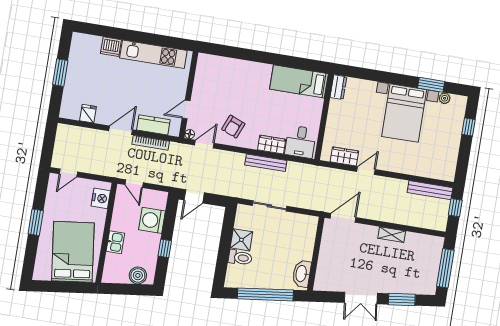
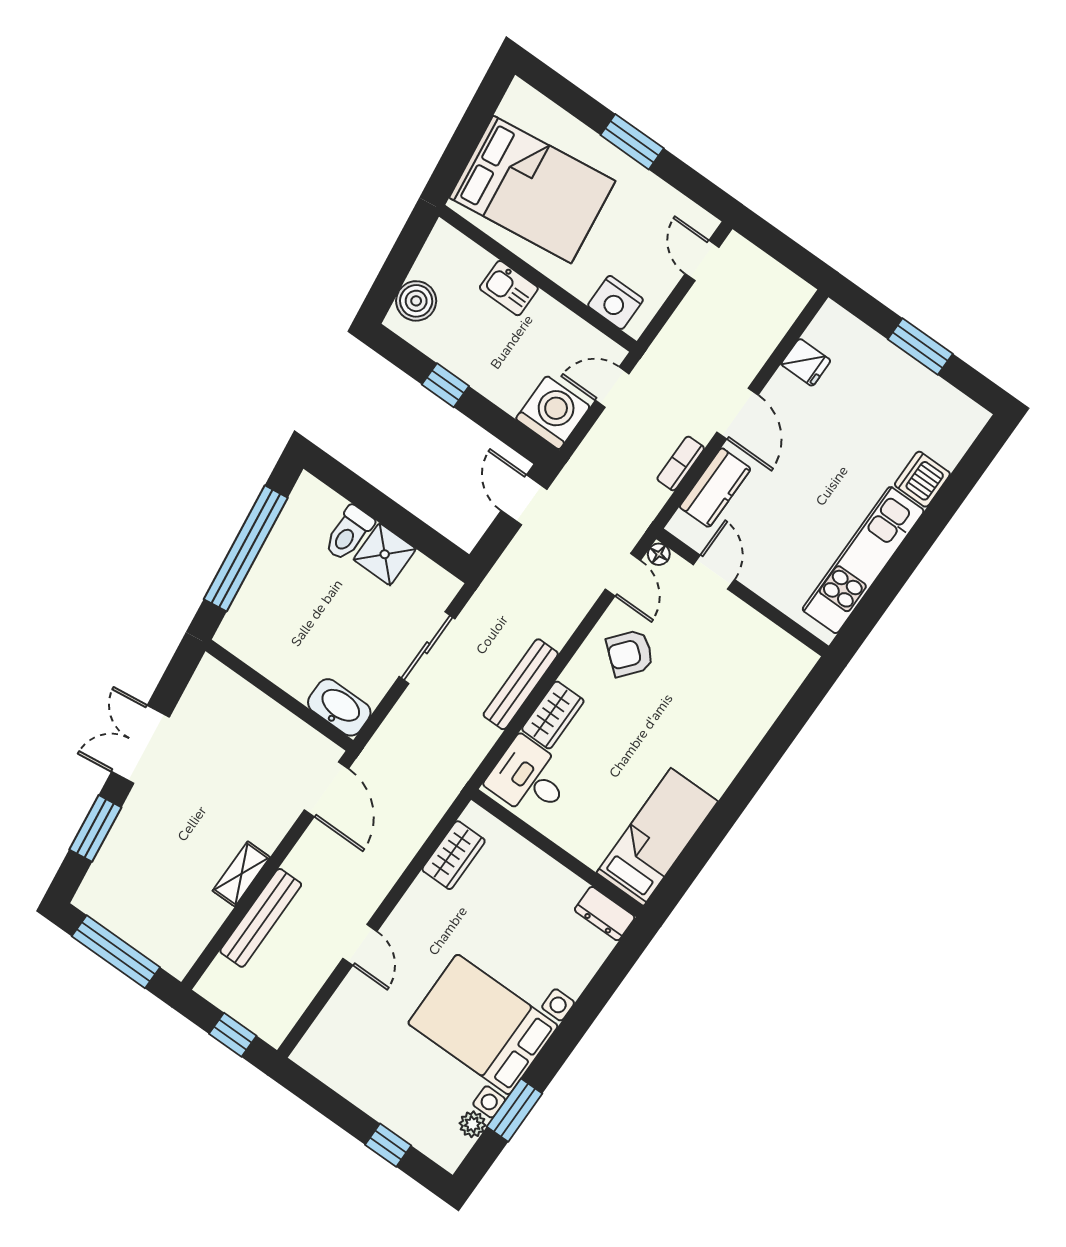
armchair: (233, 127) -> (630, 653), turned -72
bookcase: (151, 143) -> (681, 463), width x0.64
door: (366, 171) -> (360, 945), moved
bench: (430, 190) -> (261, 918), moved
washing machine: (152, 220) -> (553, 413), moved
washbasin: (302, 274) -> (339, 707), moved

